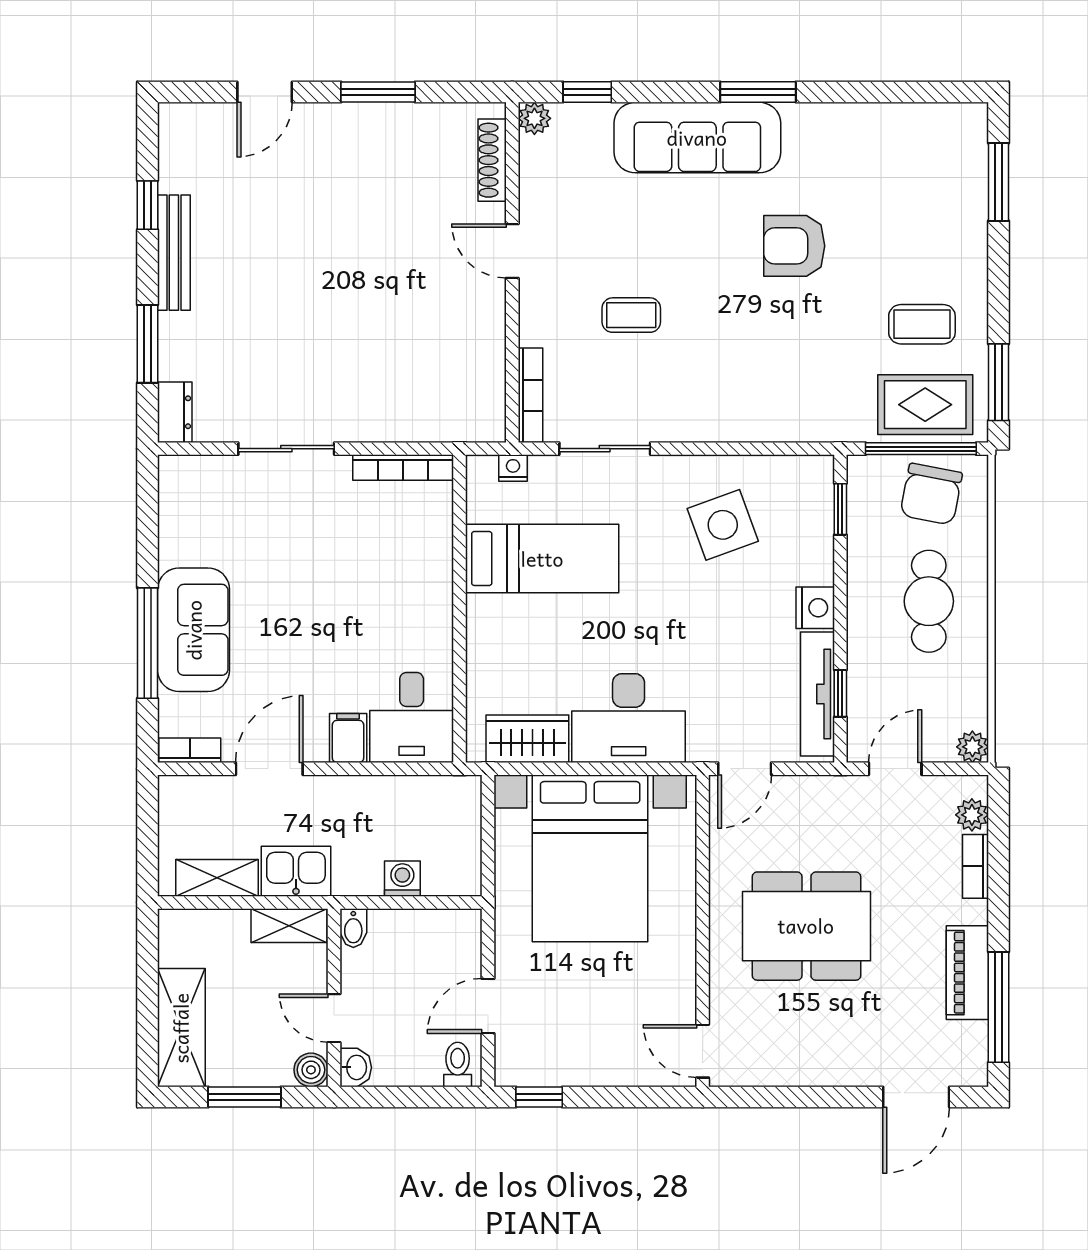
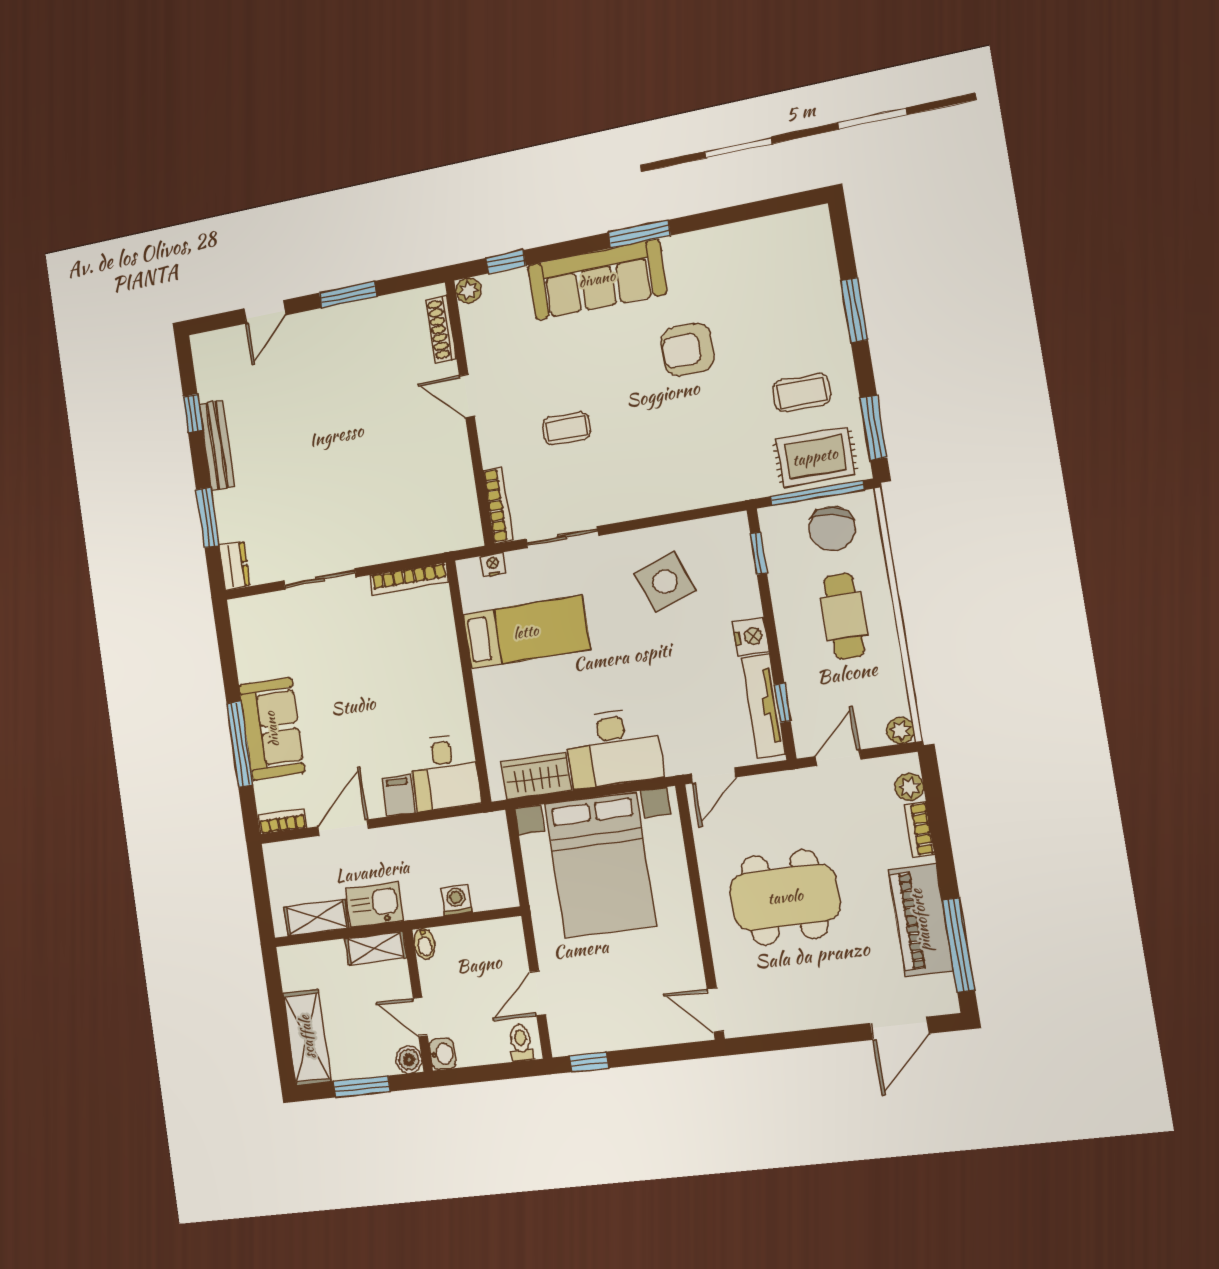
window: (998, 182) -> (854, 310), moved
piano: (967, 973) -> (921, 920), width x1.37, depth x1.33

